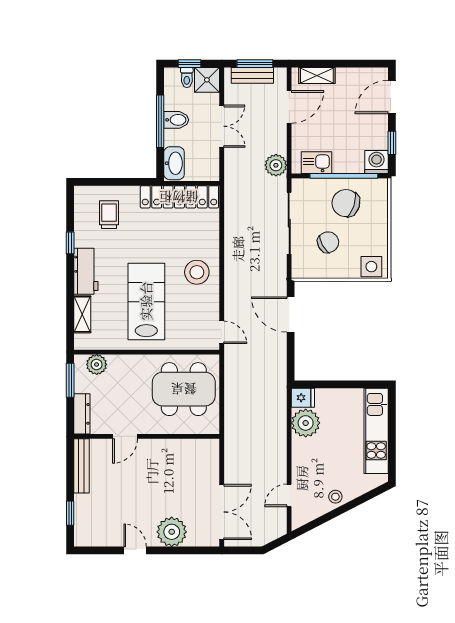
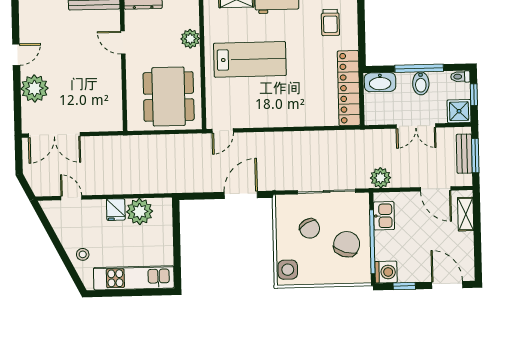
toilet: (187, 78) -> (460, 77), moved
trolley: (109, 215) -> (330, 22), turned 90
stool: (197, 272) -> (278, 106), removed
plant: (97, 364) -> (190, 39), moved
fridge: (303, 398) -> (116, 210), moved
stool: (335, 497) -> (83, 254), moved

